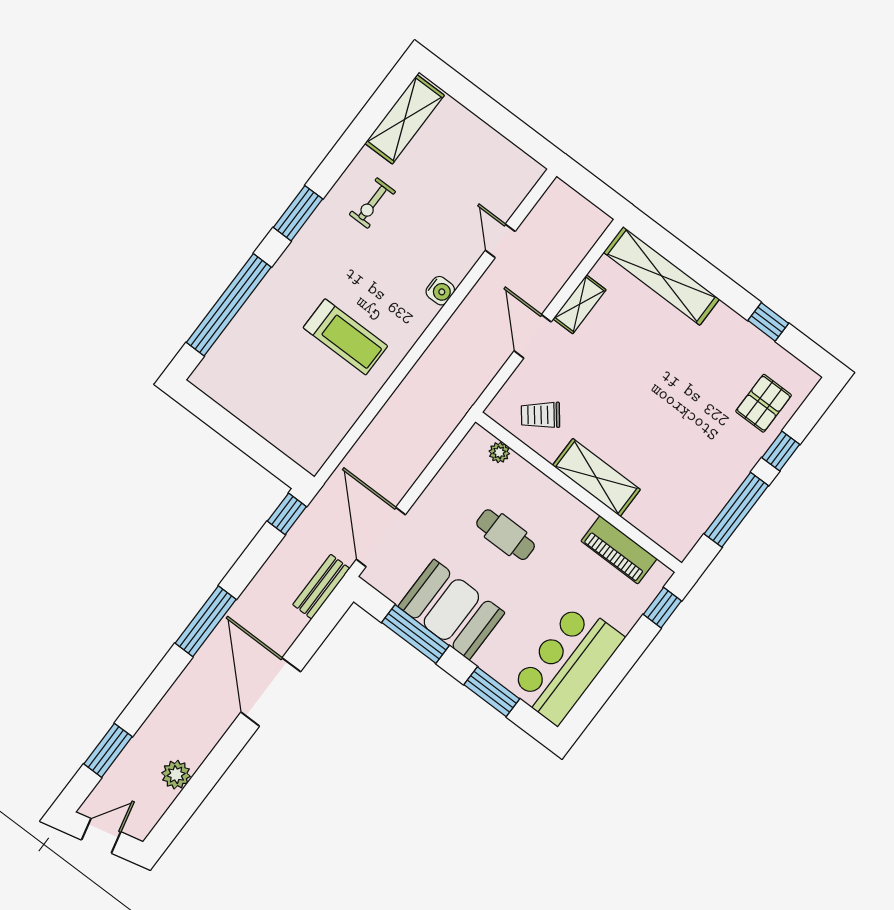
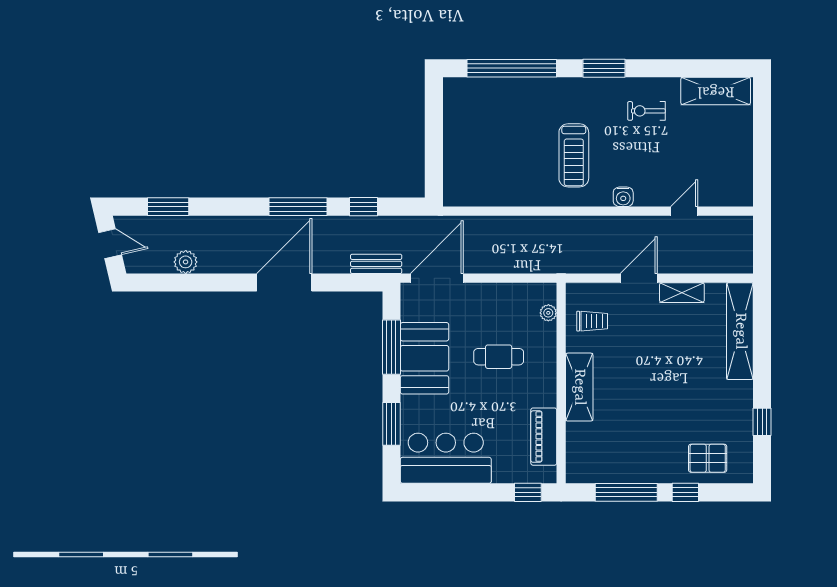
treadmill: (345, 337) -> (574, 155), moved
trolley: (541, 415) -> (592, 321), turned 128
window: (287, 514) -> (364, 207), moved
cafe table: (506, 535) -> (499, 357), turned 90

